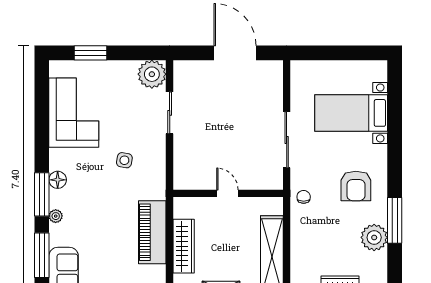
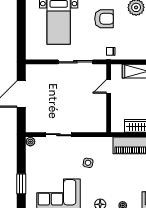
plant: (152, 74) -> (30, 142), width x0.53, depth x0.53
door: (227, 193) -> (109, 86), moved

